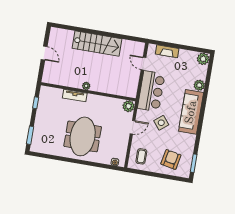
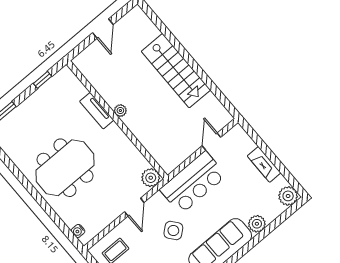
fireplace: (167, 51) -> (264, 164), moved
door: (133, 127) -> (134, 207), hinge flipped

